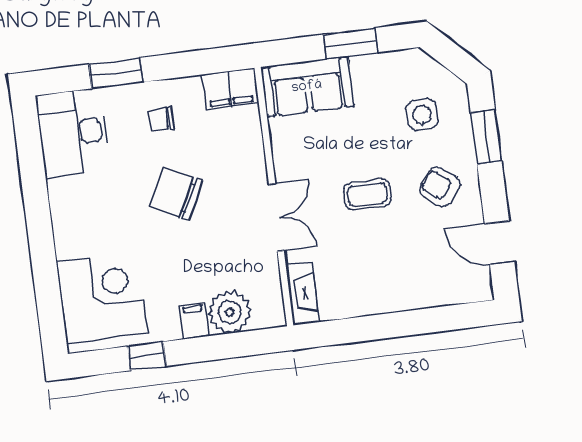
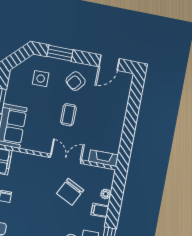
chair: (176, 194) -> (70, 192), moved
plant: (230, 312) -> (106, 194), width x0.53, depth x0.53

